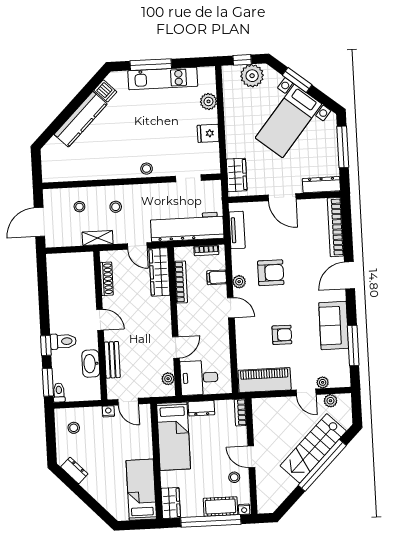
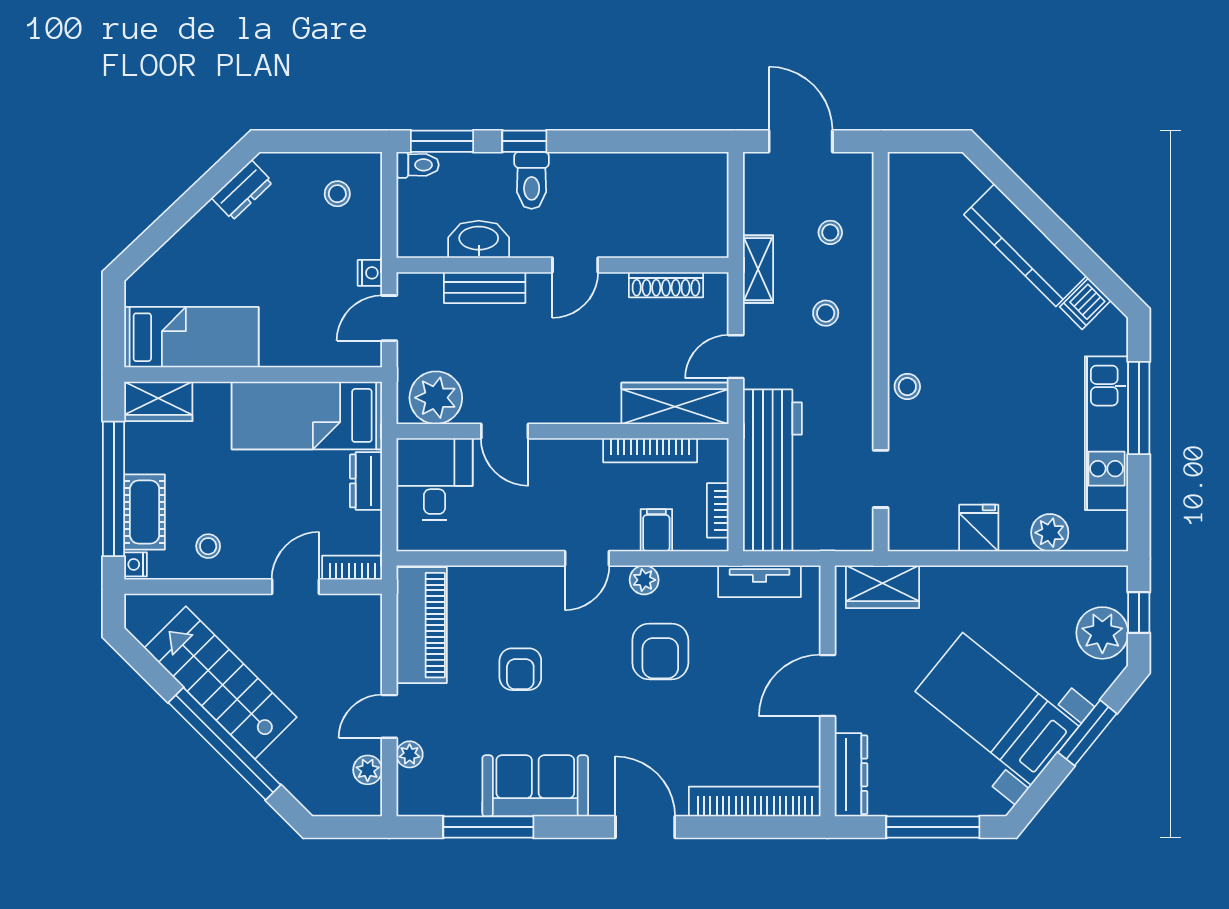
plant: (168, 379) -> (436, 398), width x1.88, depth x1.88
stairs: (313, 448) -> (220, 683), moved
door: (251, 457) -> (295, 587), moved

